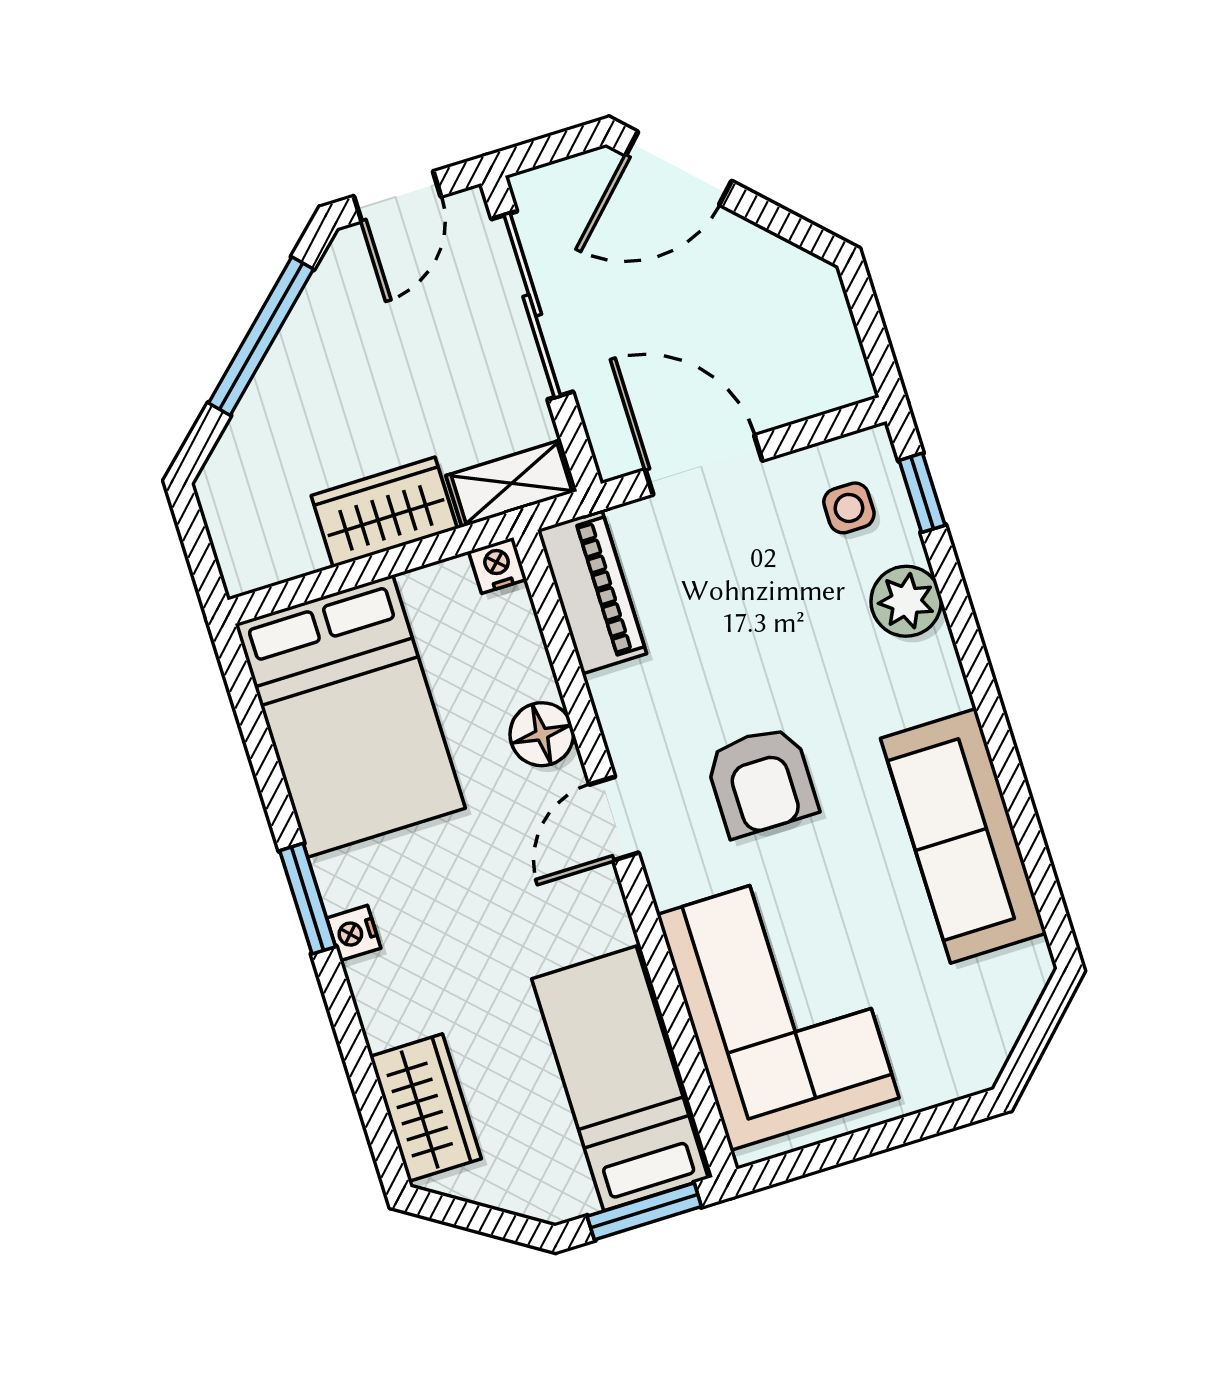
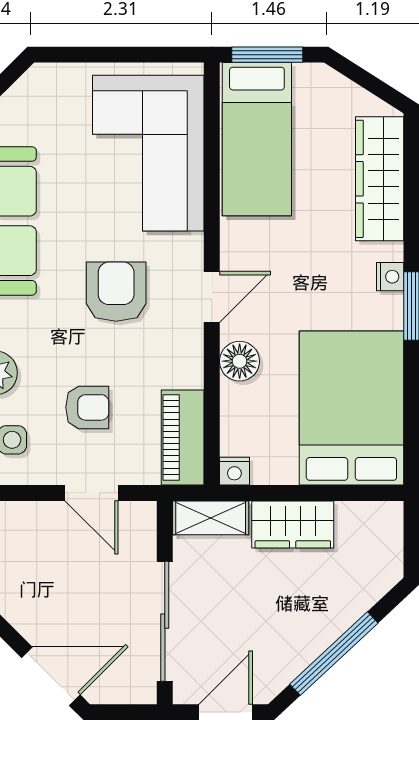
door: (704, 465) -> (91, 493), width x0.73
armchair: (750, 592) -> (87, 407), added
wardrobe: (425, 1108) -> (380, 179), width x1.50

